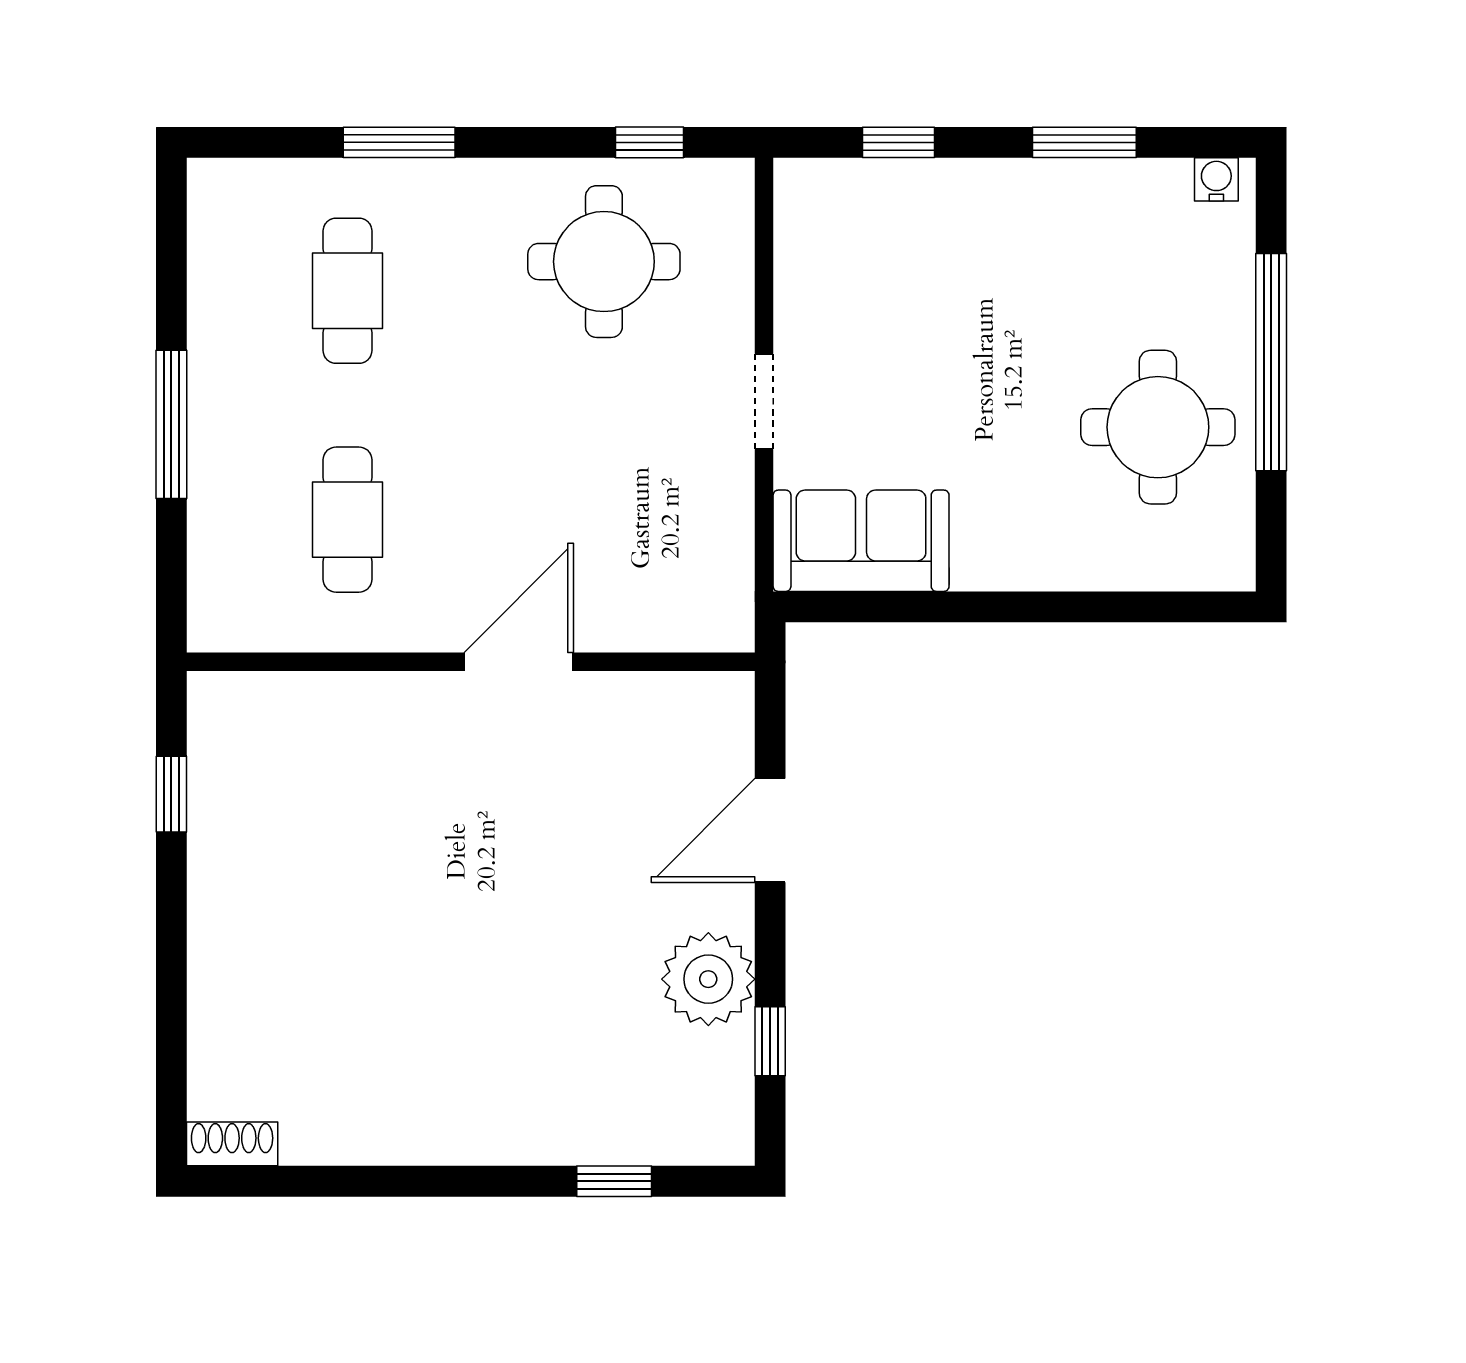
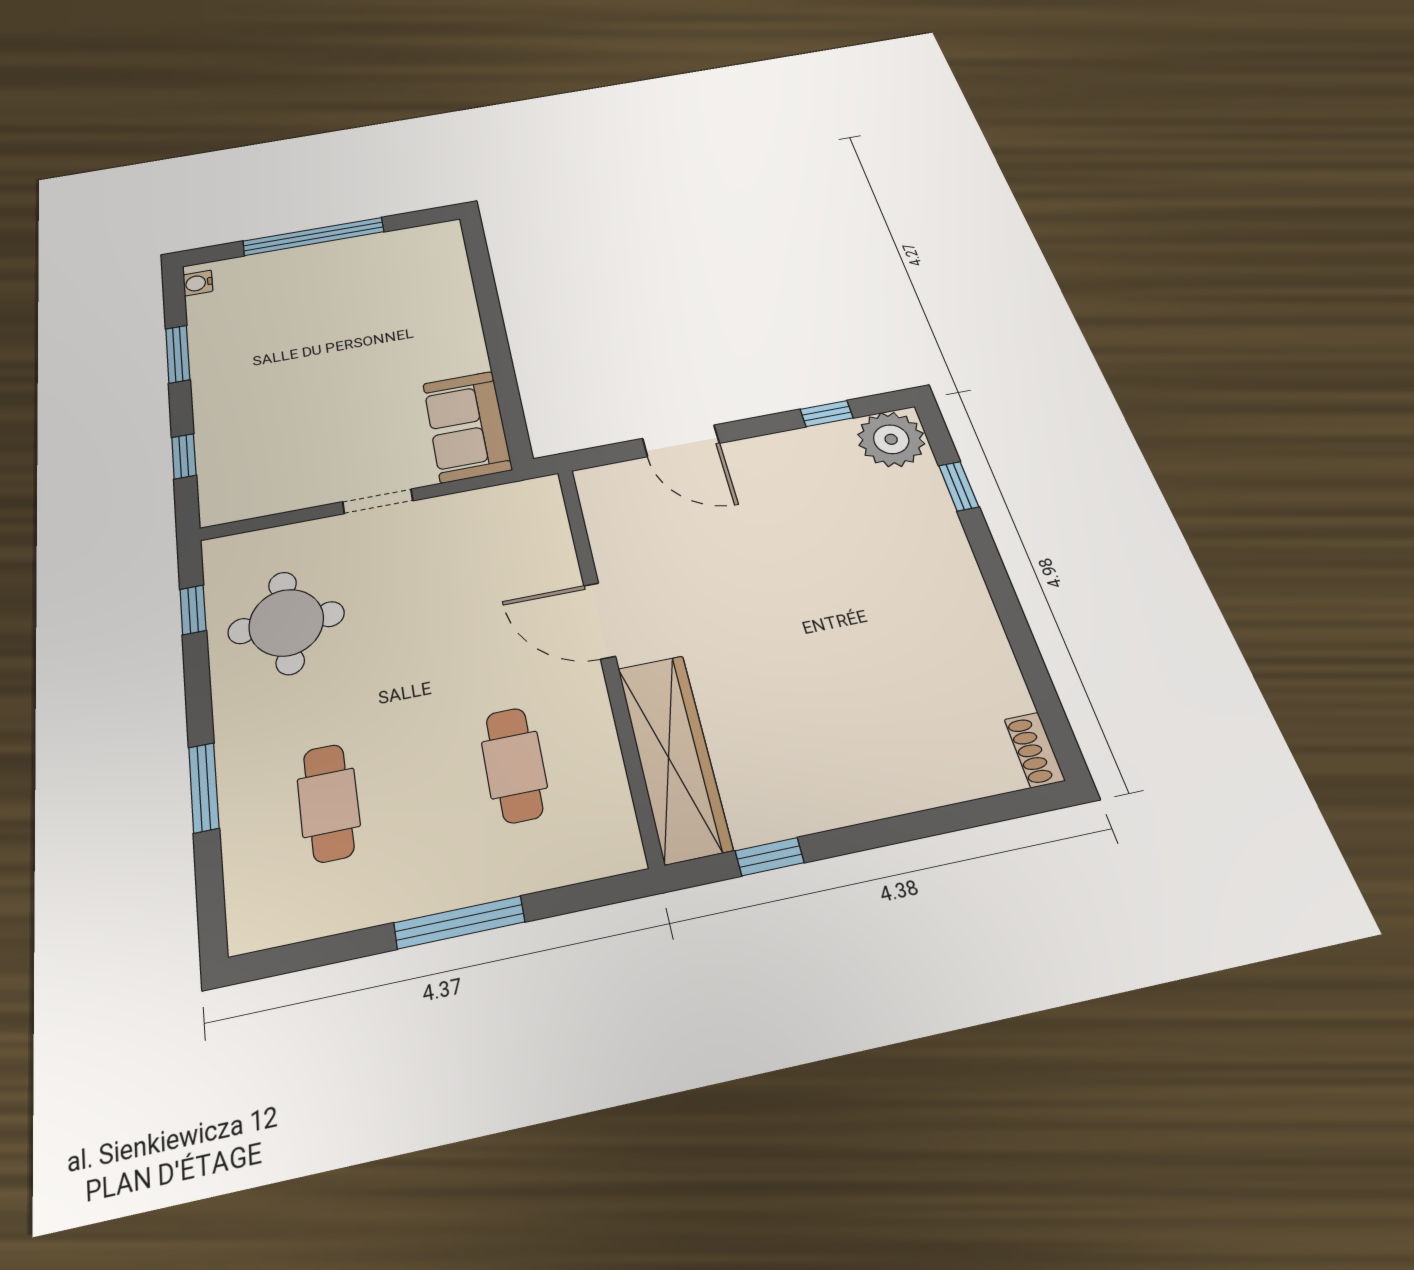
cafe table: (347, 291) -> (329, 803), turned 90
round table: (1158, 427) -> (363, 284), removed
cafe table: (347, 520) -> (514, 765), turned 90
wardrobe: (317, 713) -> (674, 757), added
plant: (708, 979) -> (891, 439), moved

